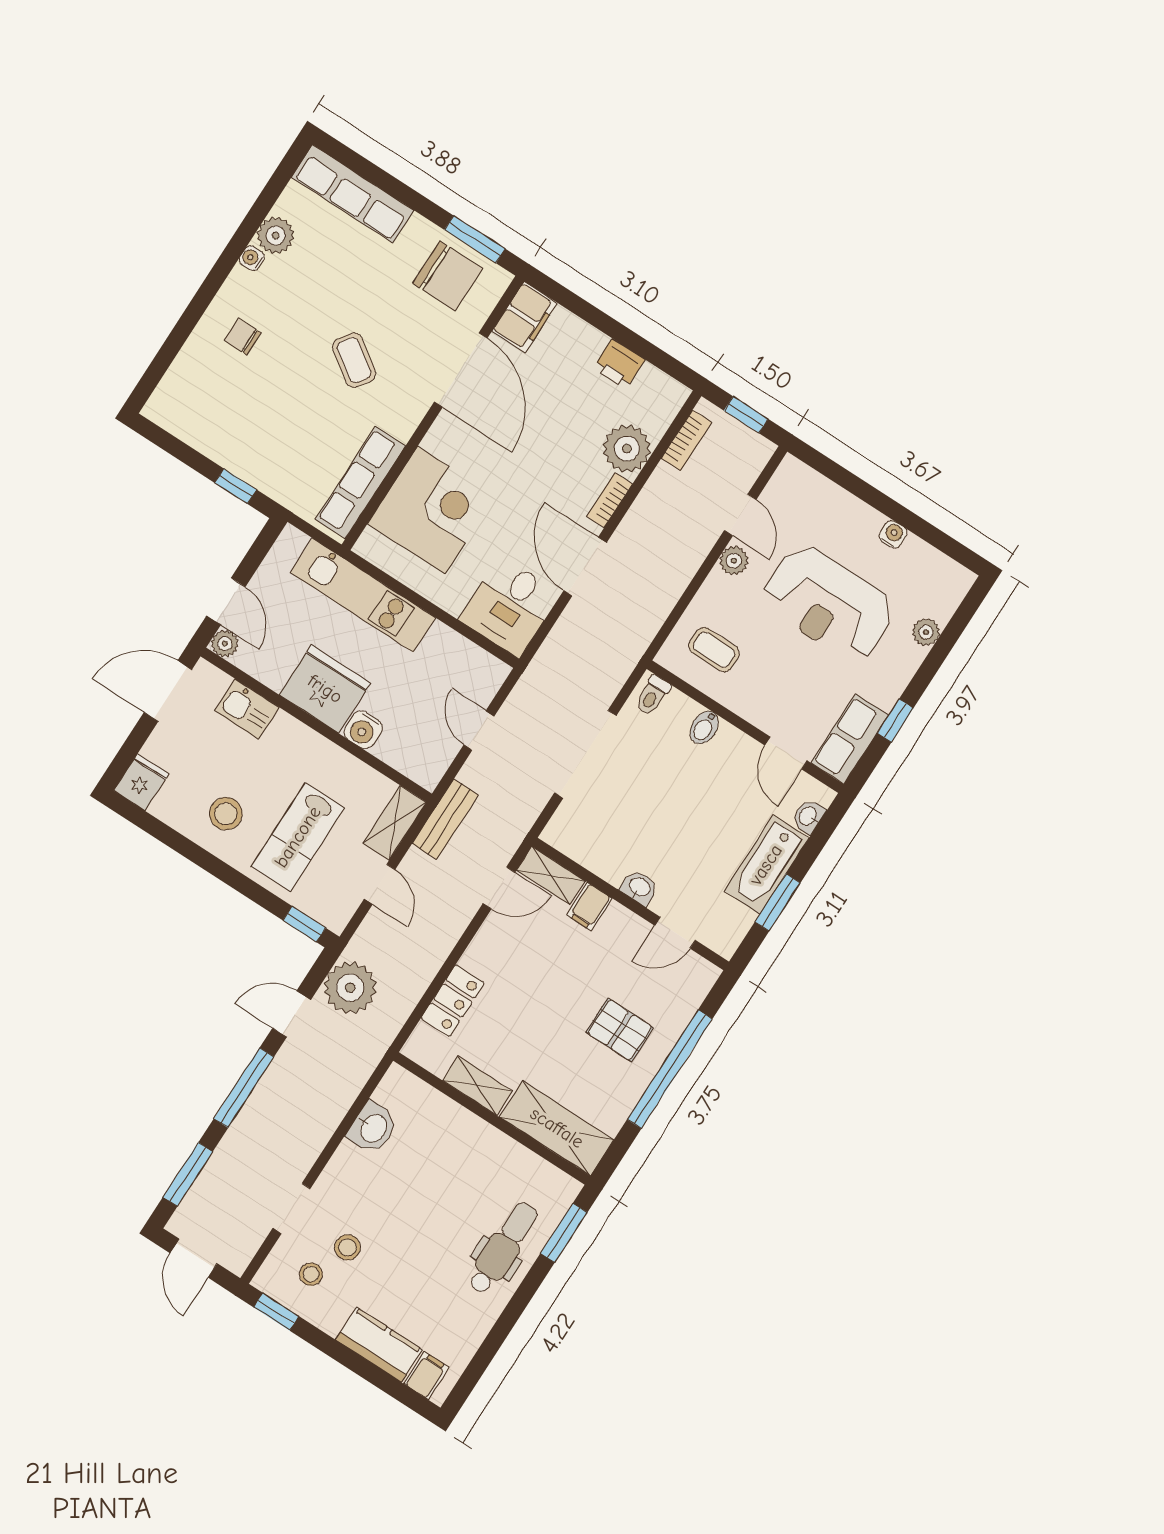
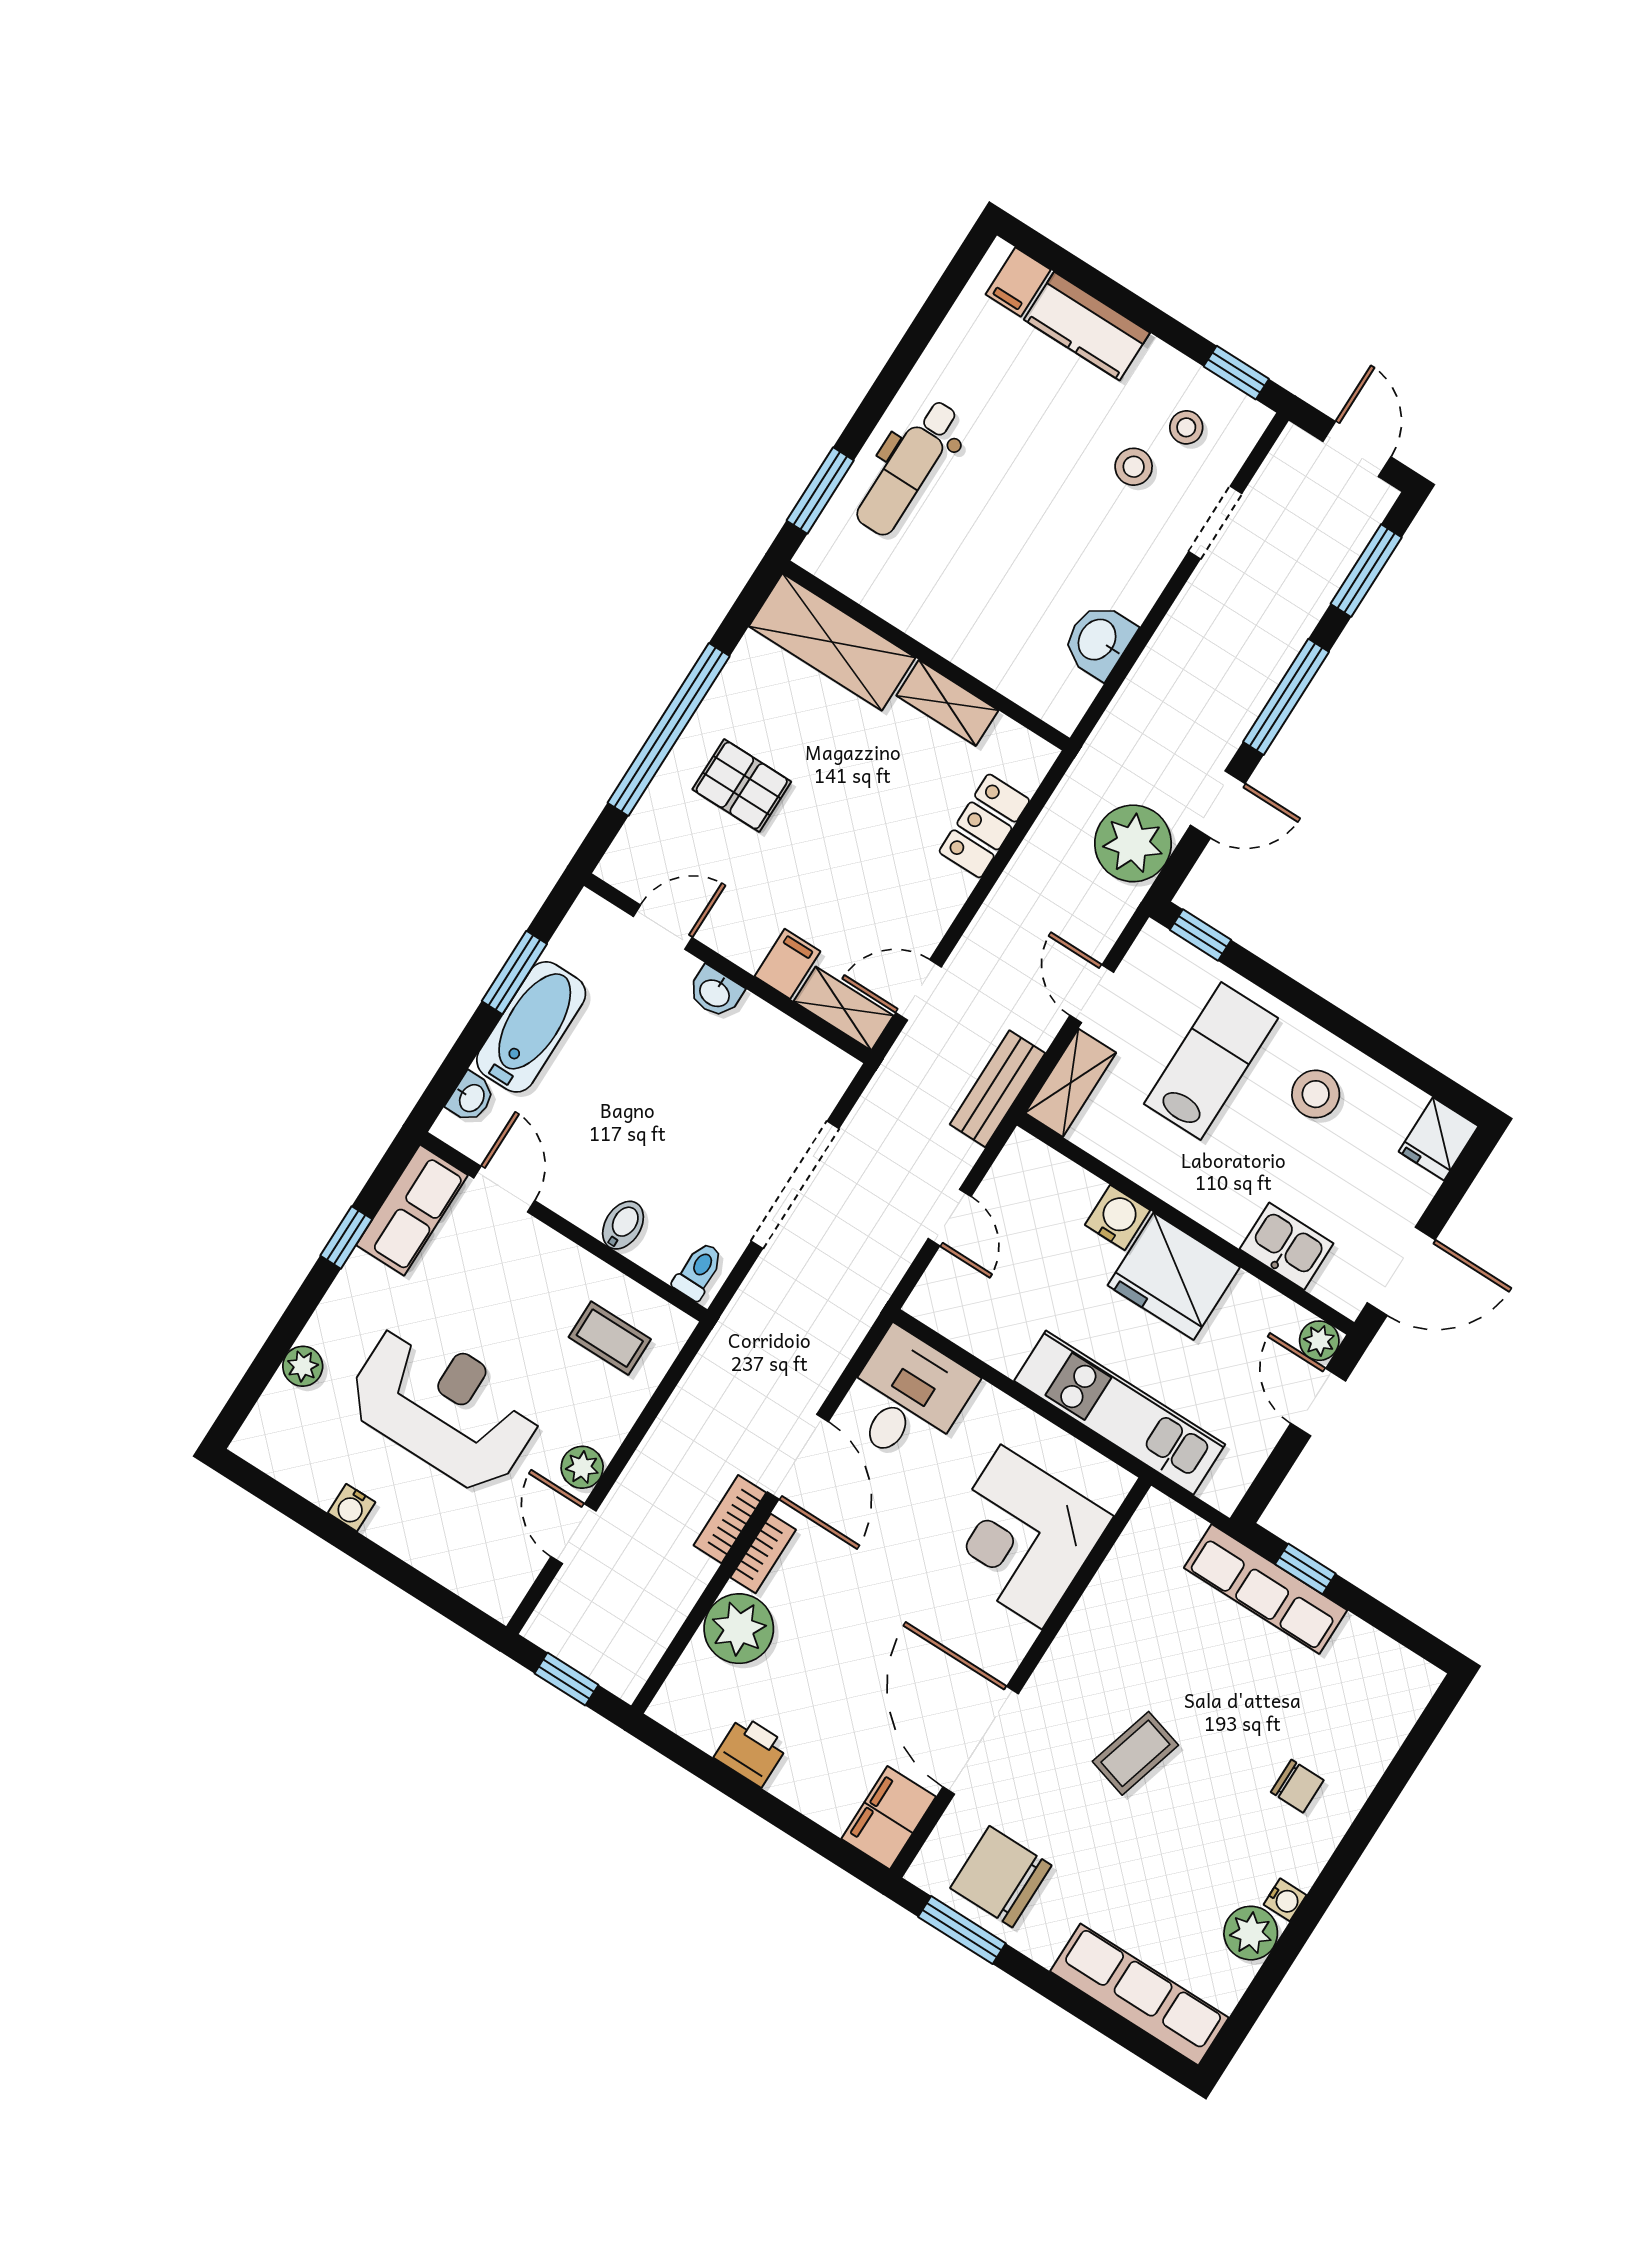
coffee table: (354, 360) -> (1135, 1753), turned 71
bookcase: (687, 440) -> (730, 1519), moved
row of seats: (360, 482) -> (1265, 1589), moved, turned 90

